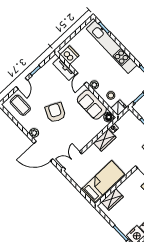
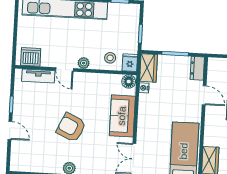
coffee table: (20, 105) -> (29, 154), removed
sofa: (92, 105) -> (122, 116), moved, turned 90
wardrobe: (105, 140) -> (148, 68), moved

